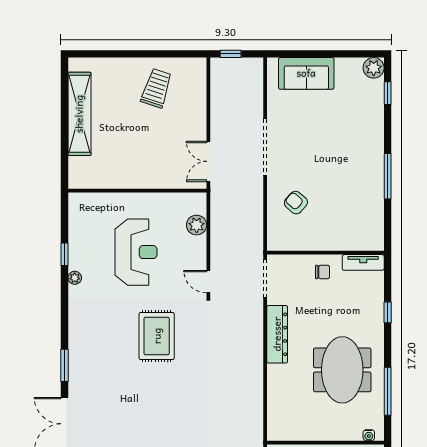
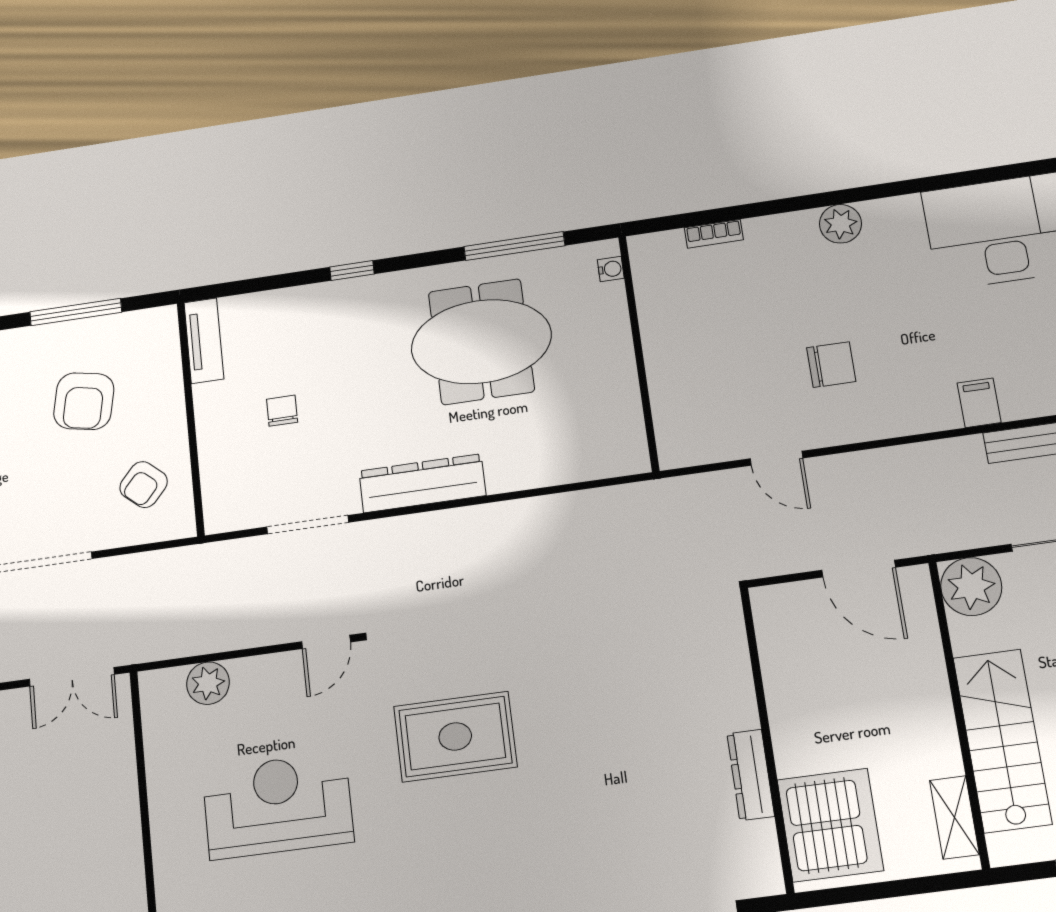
armchair: (342, 177) -> (84, 401), added
wall: (325, 253) -> (191, 418), moved
tv unit: (363, 262) -> (204, 341), moved

